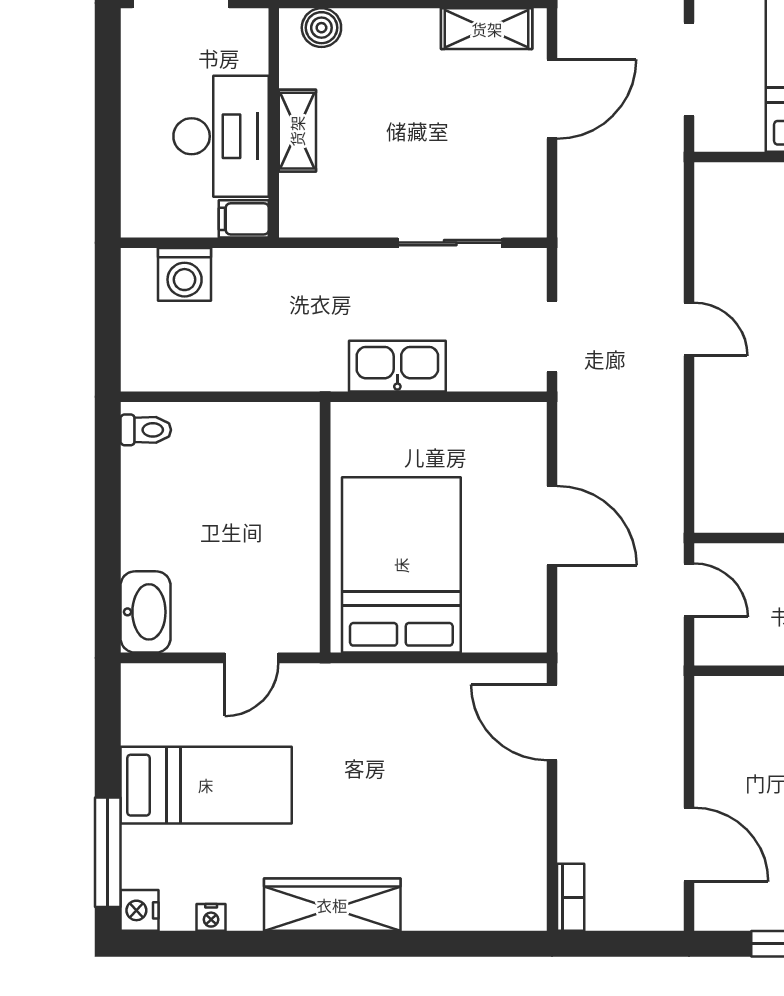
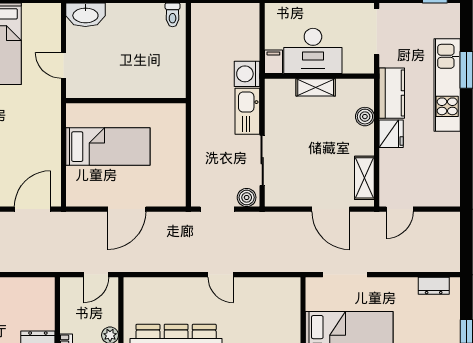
boiler: (321, 28) -> (365, 117), moved
washing machine: (185, 274) -> (247, 74), moved
boiler: (528, 275) -> (247, 197), added
door: (689, 329) -> (221, 275), hinge flipped
kitchen sink: (397, 366) -> (247, 111), moved, turned 180
bed: (401, 565) -> (108, 147), width x0.67

